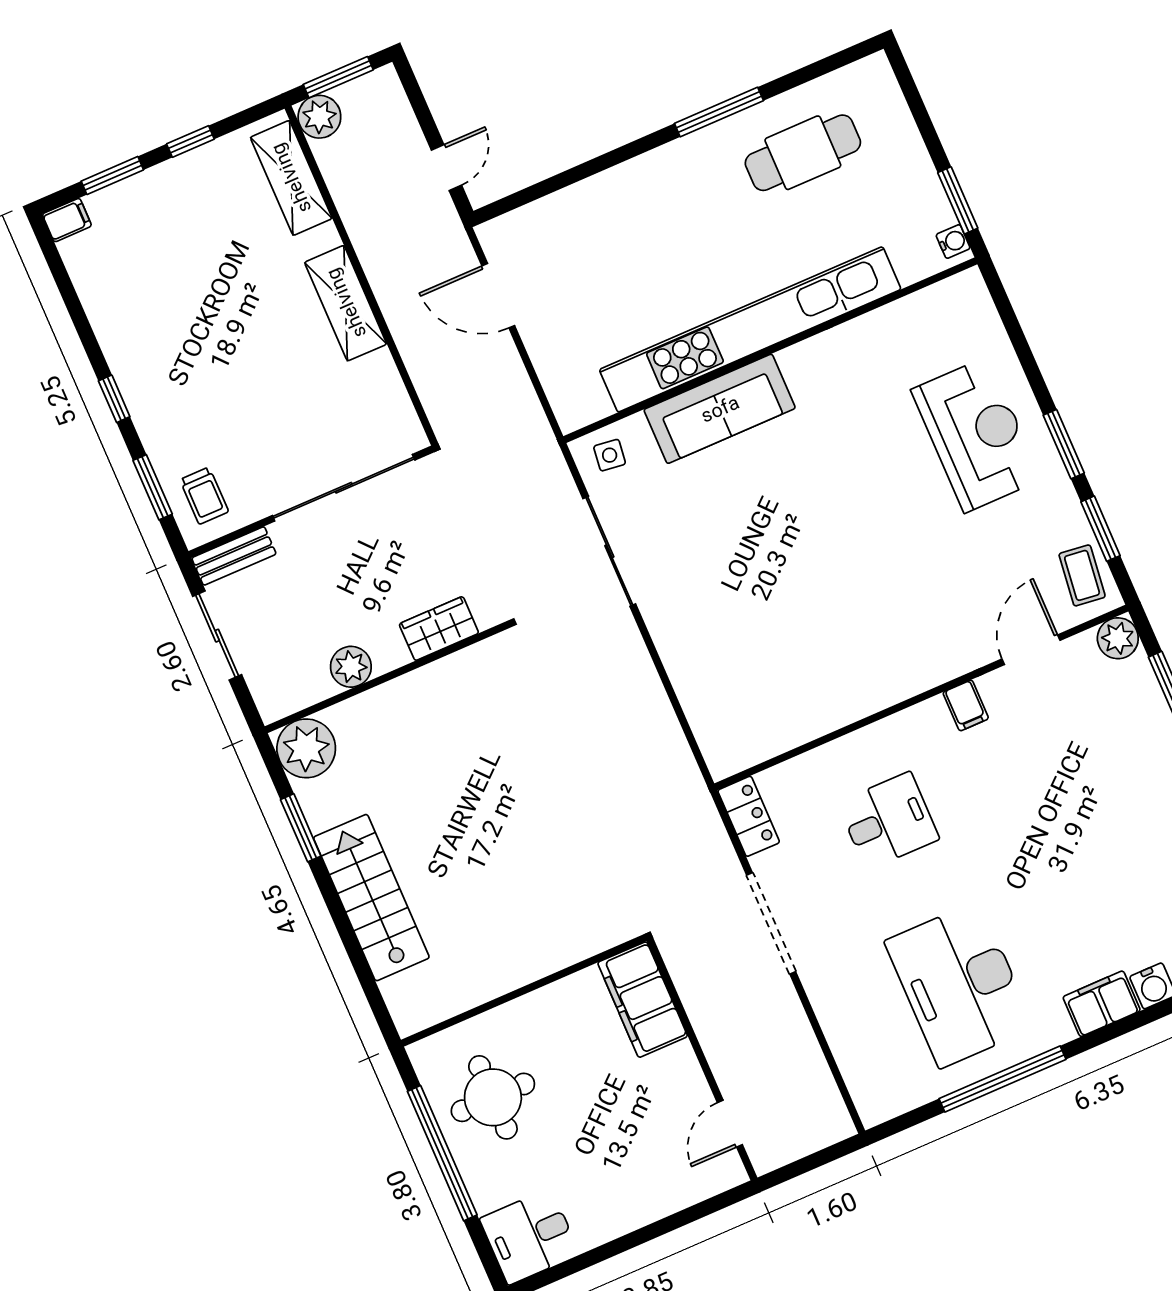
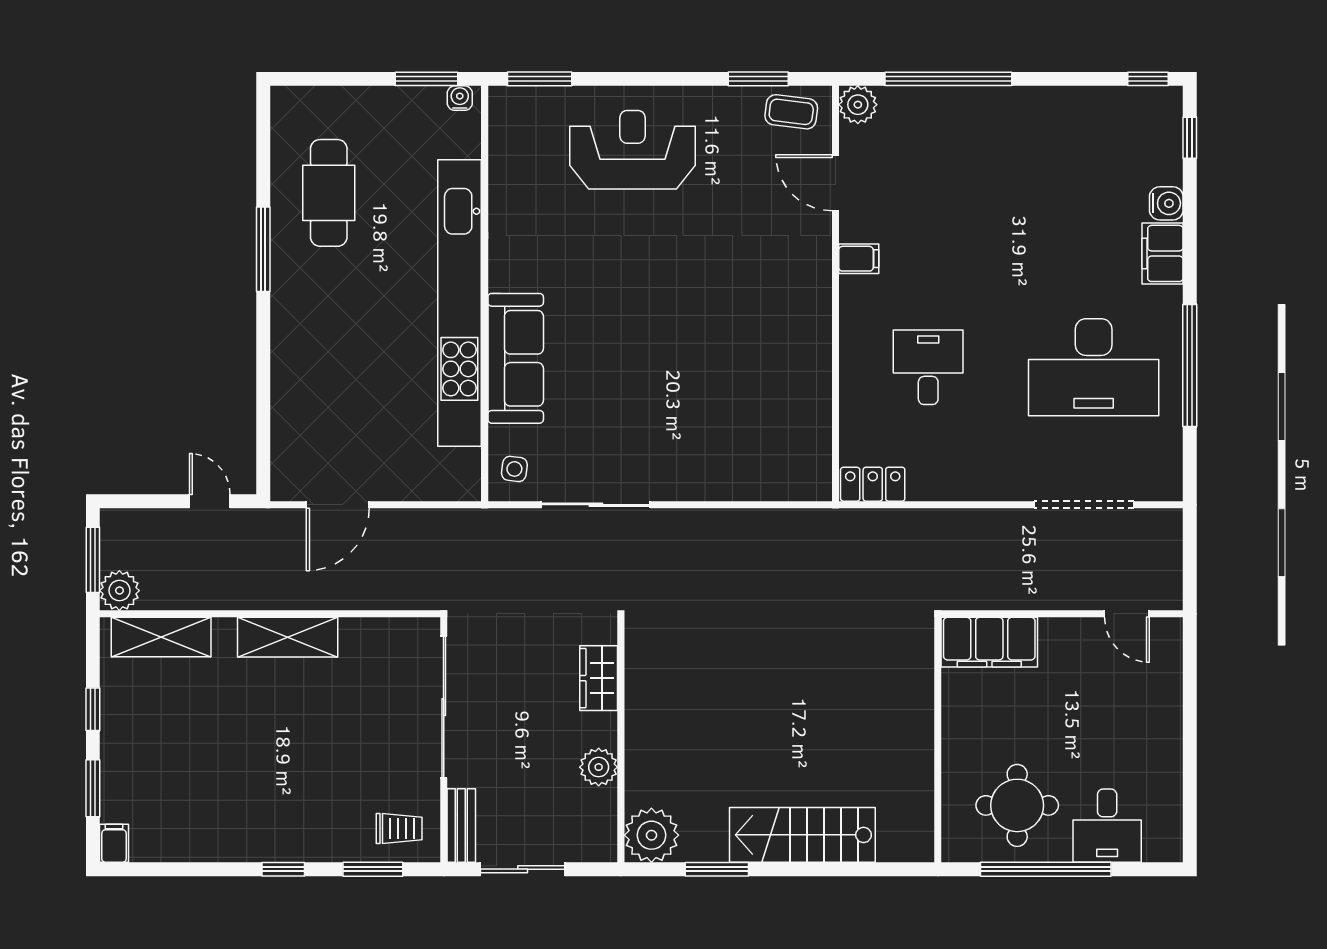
window: (1064, 444) -> (540, 79), moved
doorway: (771, 923) -> (1084, 505), moved
desk: (530, 1236) -> (1107, 826), moved

